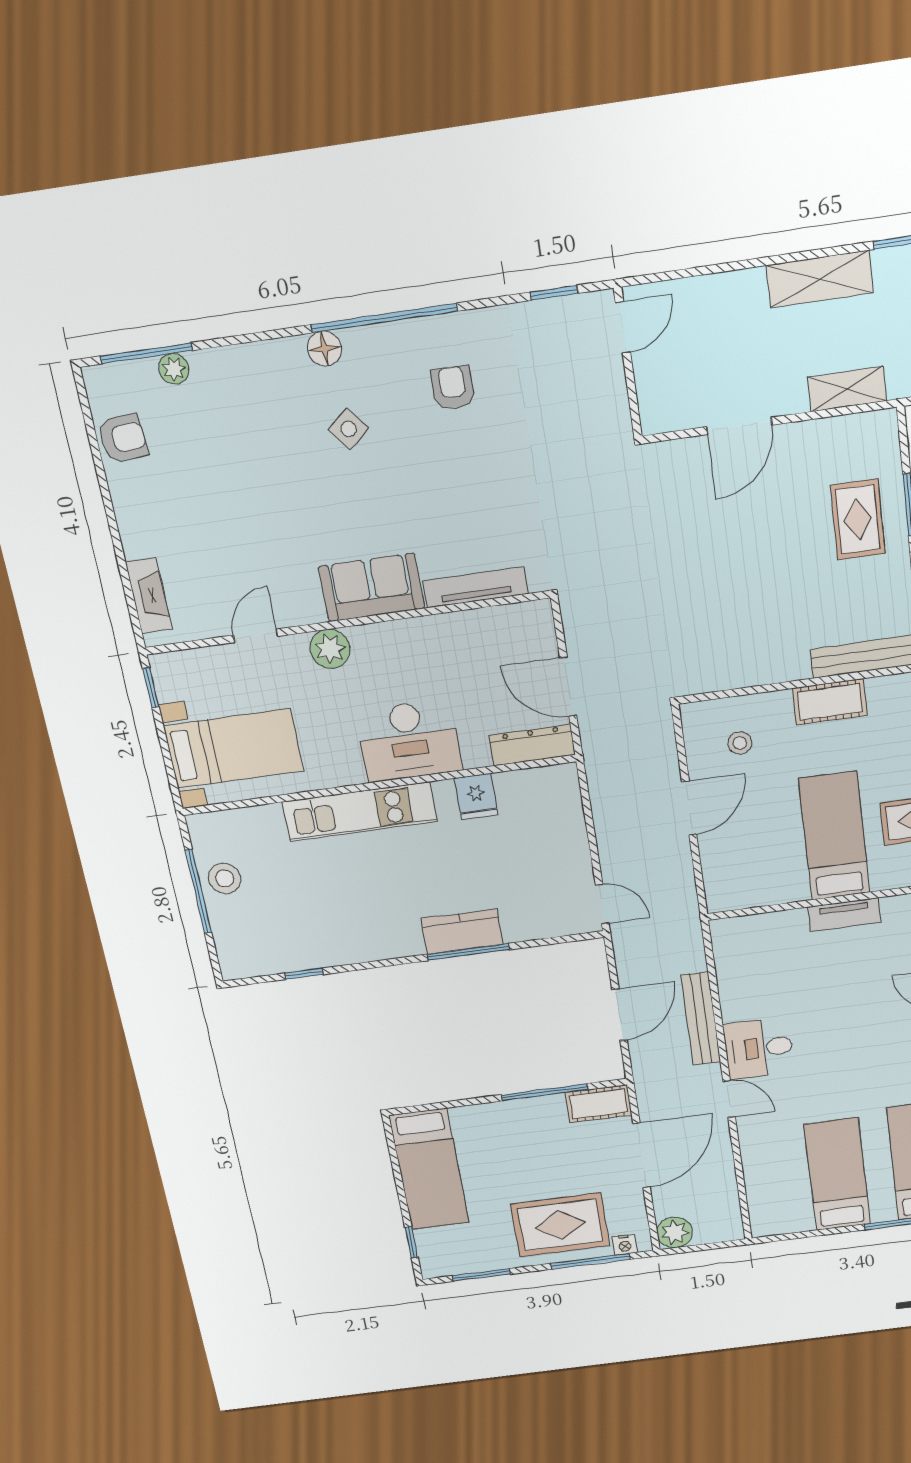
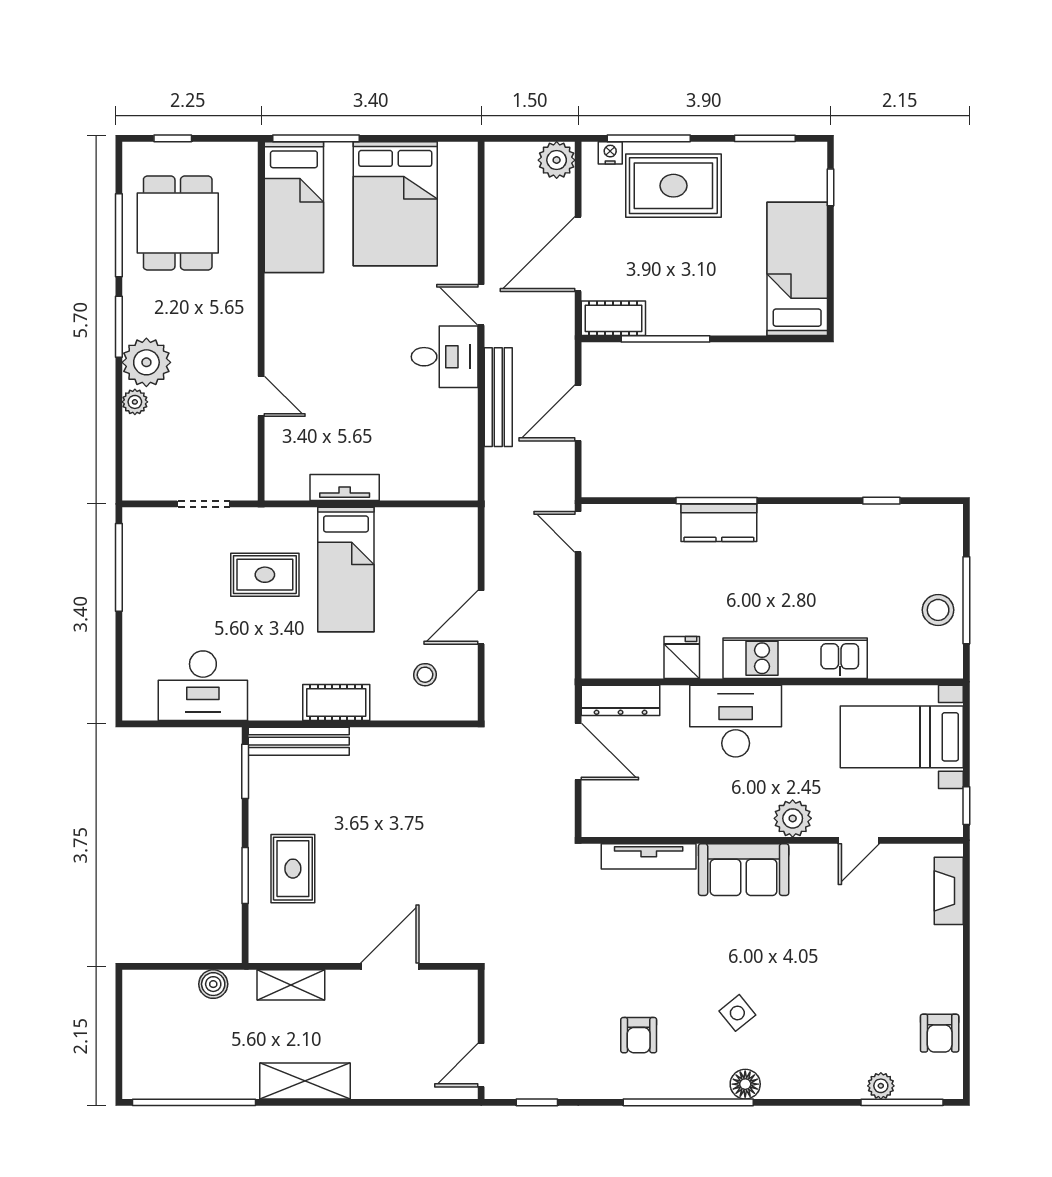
armchair: (123, 438) -> (940, 1033), turned -85
bed: (837, 1174) -> (395, 204), width x1.50

